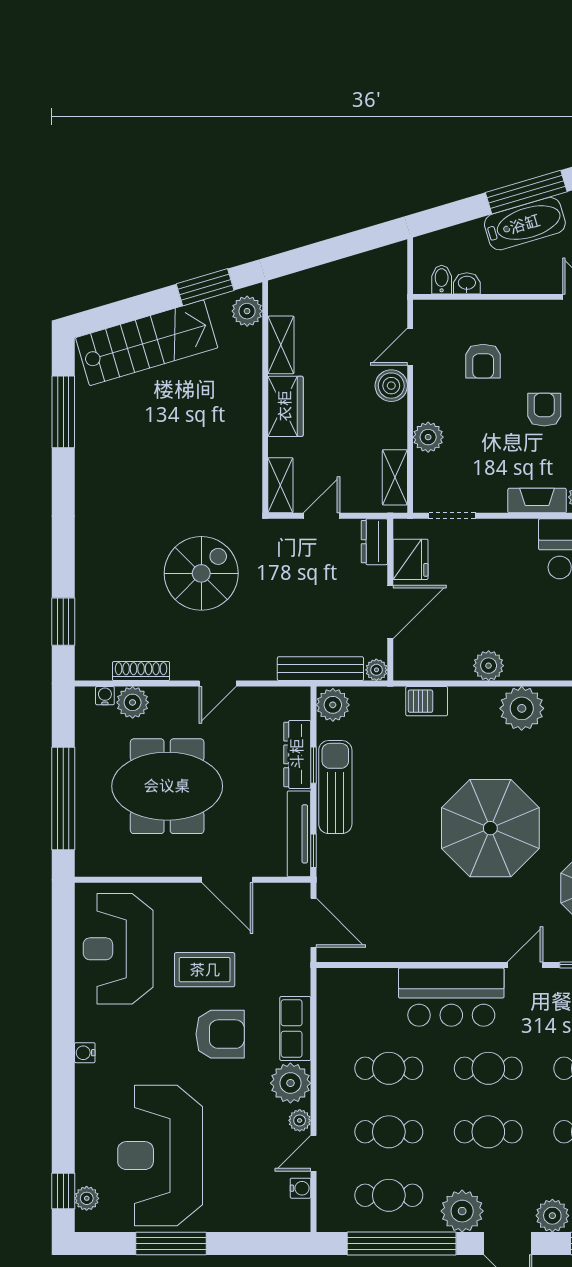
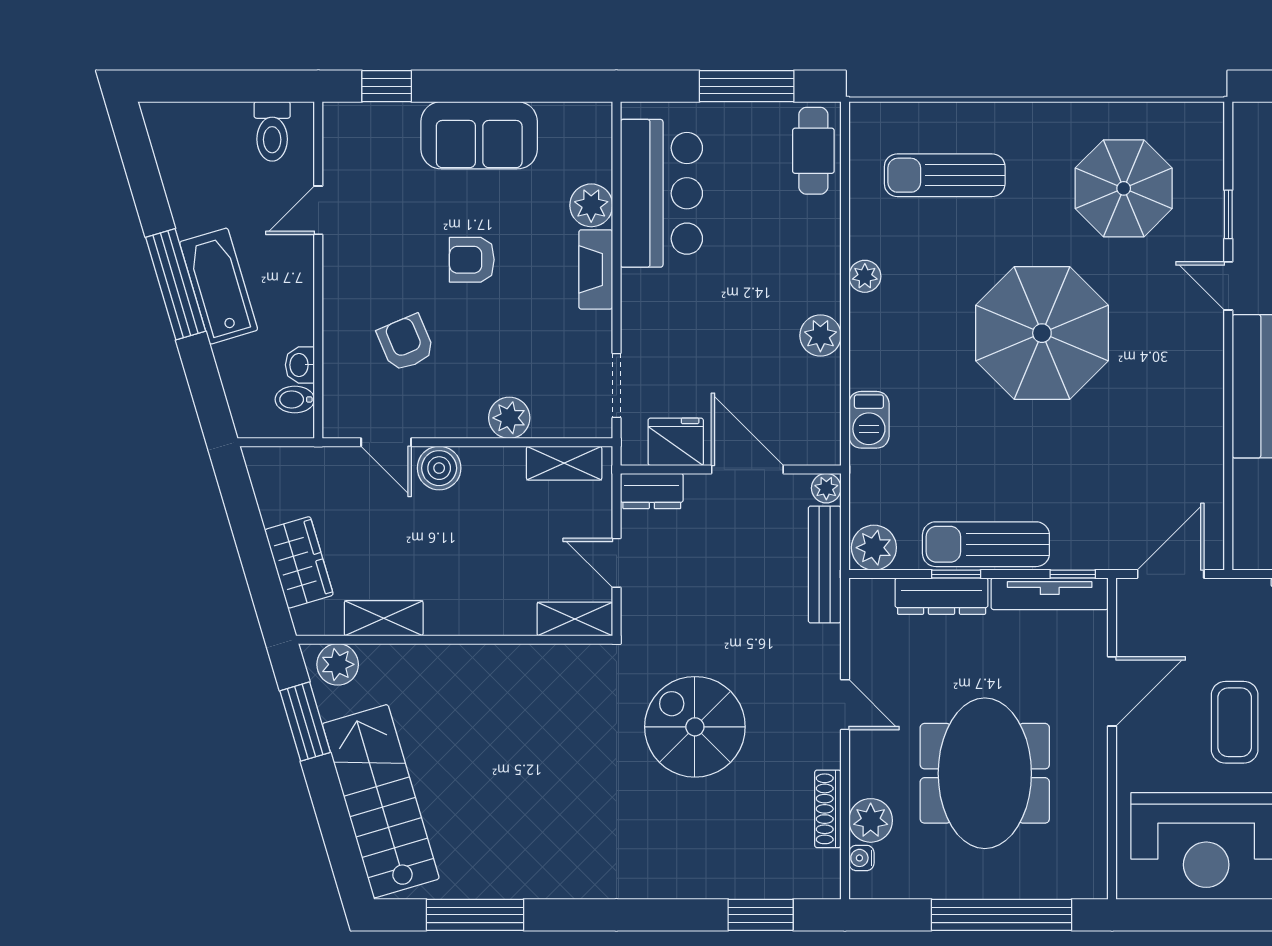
armchair: (483, 361) -> (406, 343), turned -113
wardrobe: (285, 406) -> (299, 562), moved, turned 73
plant: (522, 708) -> (865, 276), width x0.53, depth x0.53

